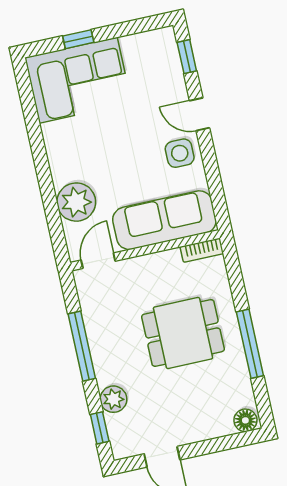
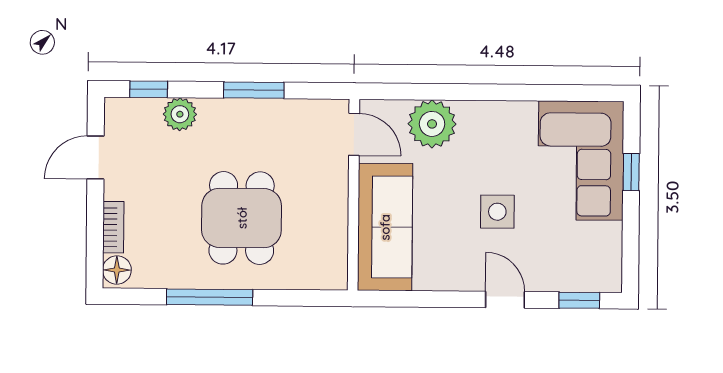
door: (200, 114) -> (505, 300), hinge flipped
side table: (180, 153) -> (497, 212), moved
bookcase: (202, 250) -> (113, 227), moved, turned 180
window: (82, 346) -> (254, 90), width x0.69

